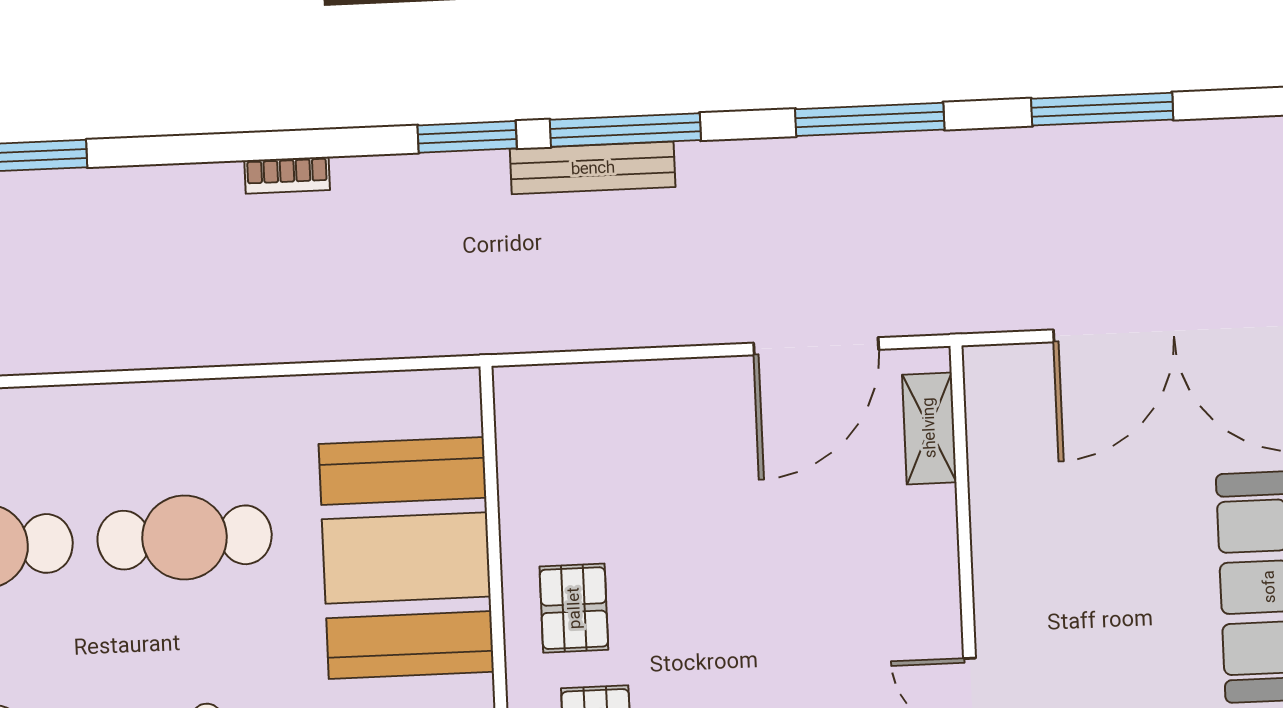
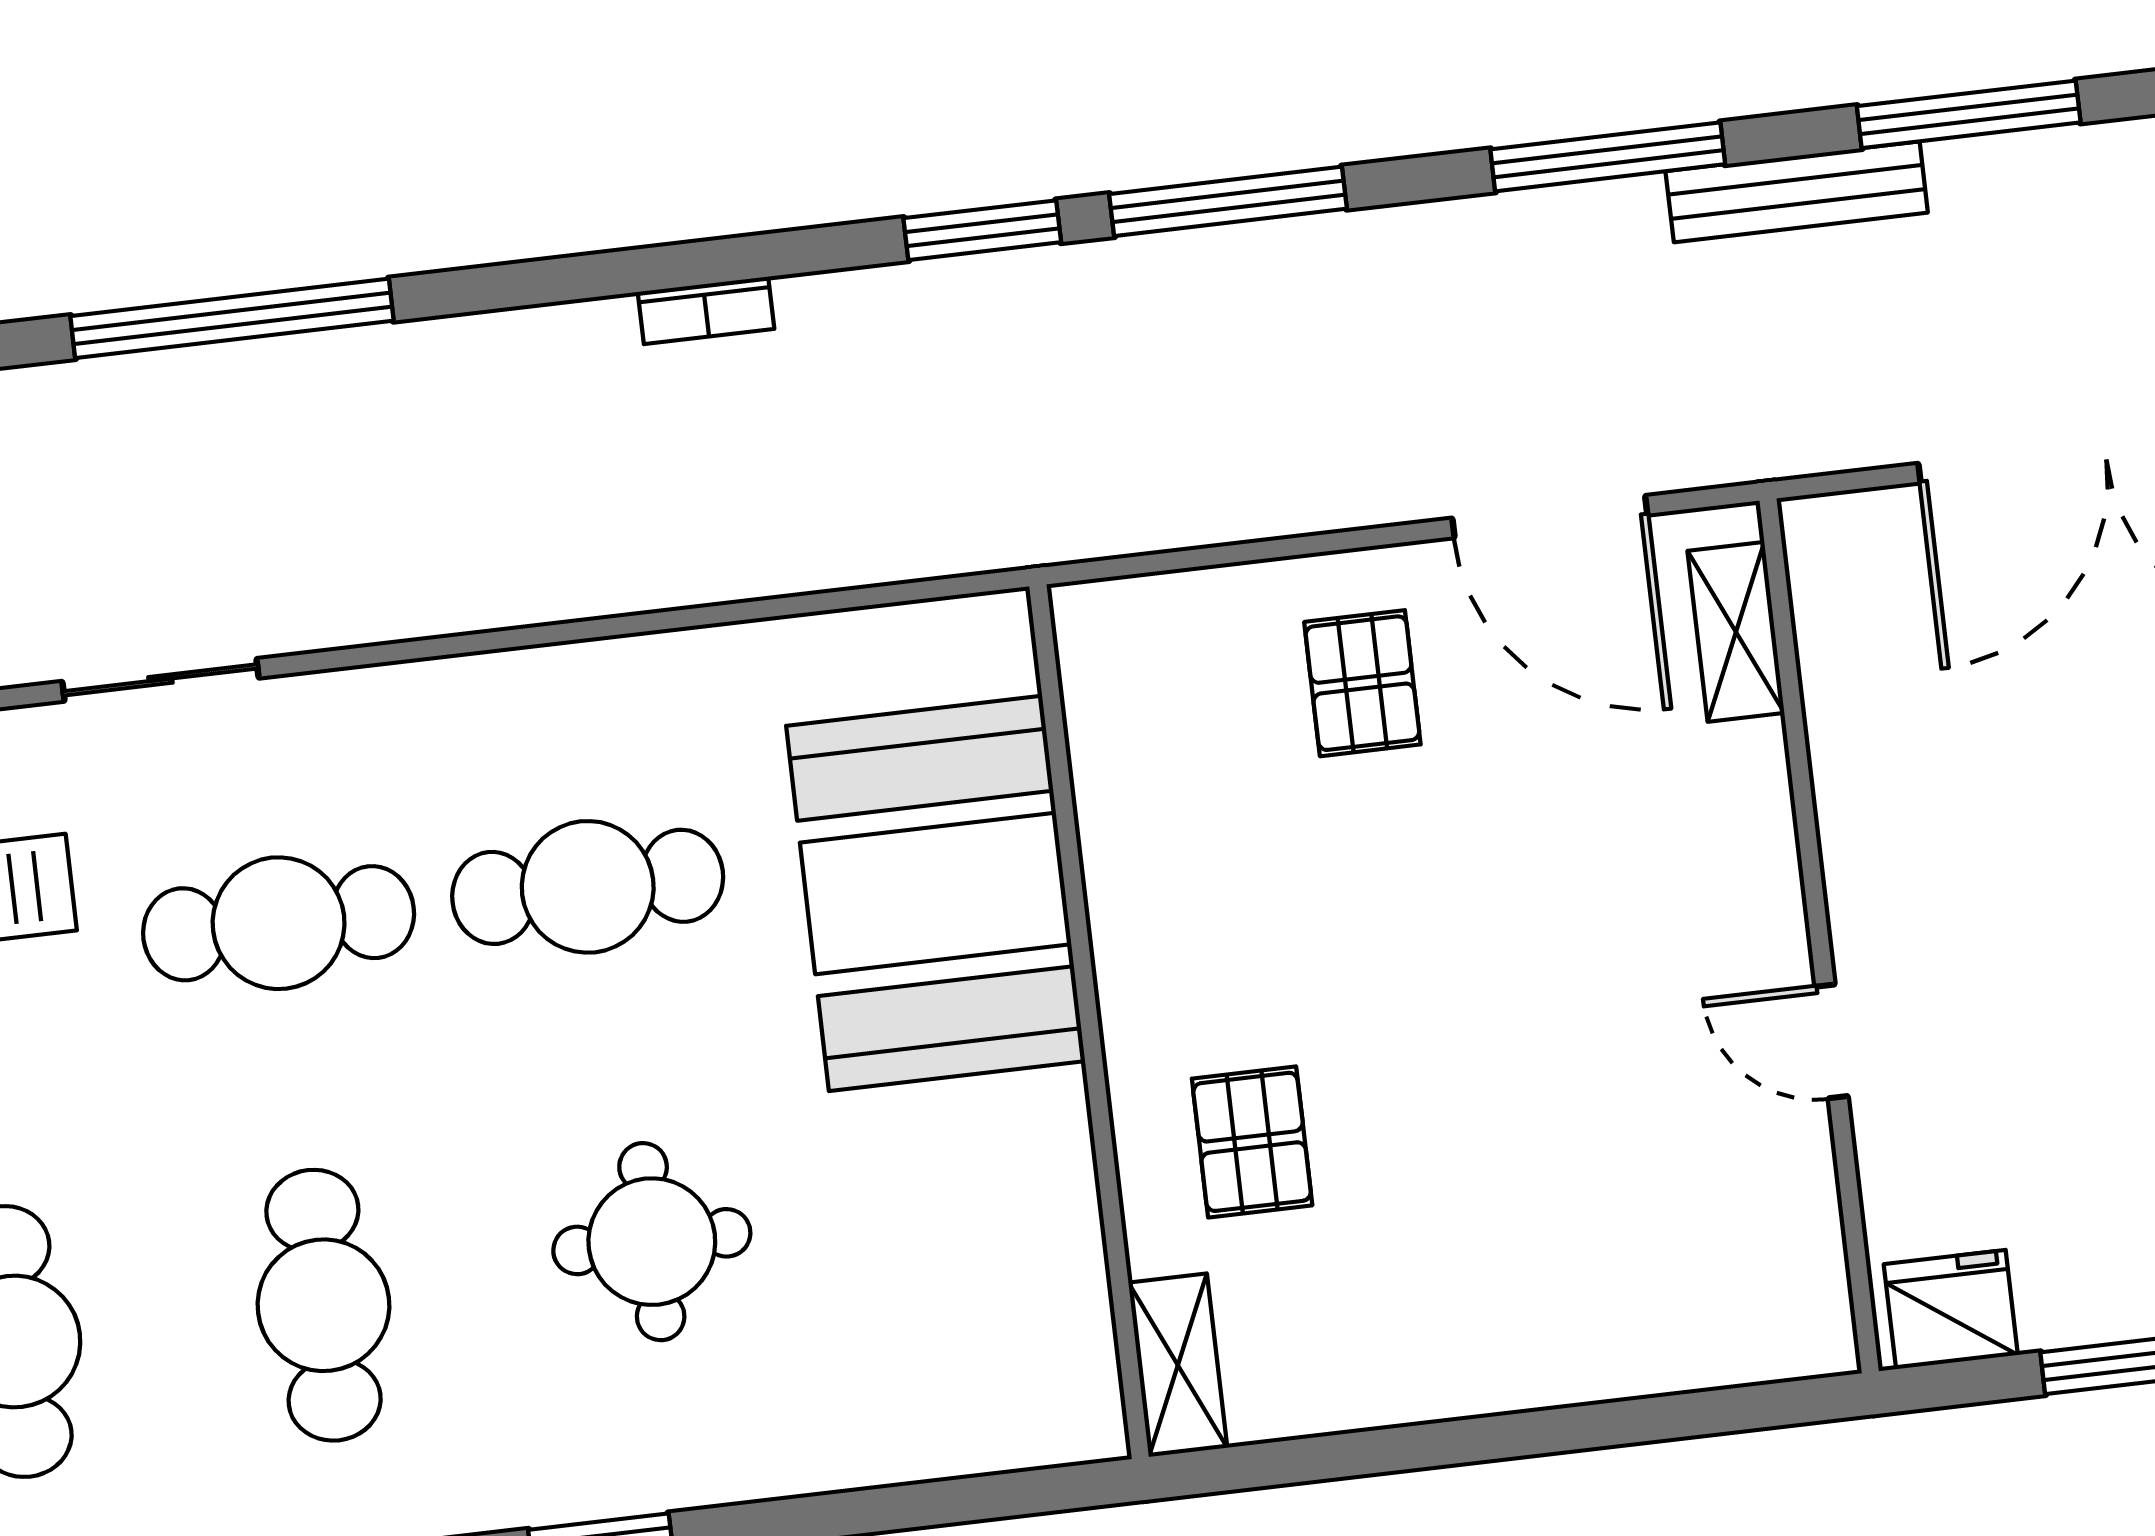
bench: (593, 168) -> (1797, 192), moved
door: (816, 346) -> (1550, 517), hinge flipped
pallet: (574, 608) -> (1362, 683), moved

